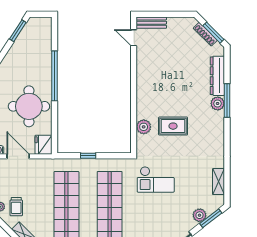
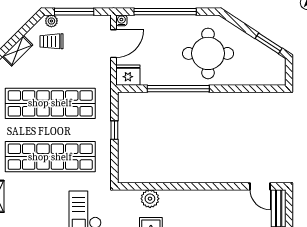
door: (134, 38) -> (260, 186), swing flipped
window: (54, 76) -> (178, 89), moved
round table: (29, 106) -> (208, 53), moved

